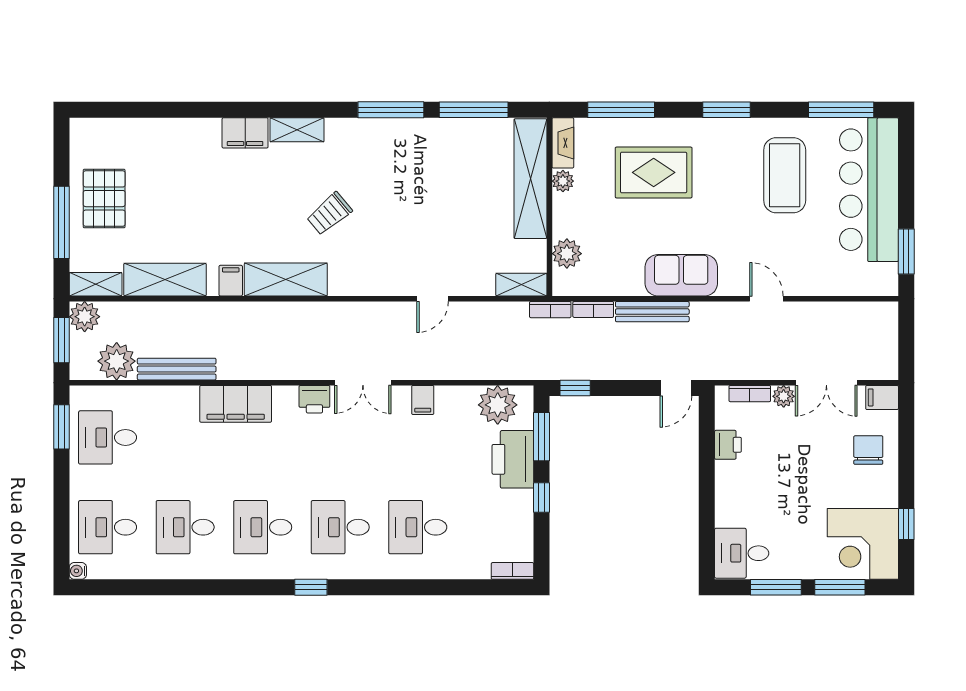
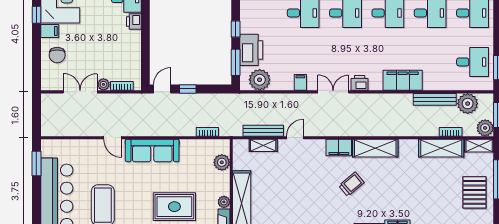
sofa: (681, 275) -> (152, 150), width x1.36
filing cabinet: (231, 281) -> (339, 148), moved, width x2.00
shelving: (521, 285) -> (263, 145), moved
bookcase: (550, 310) -> (451, 132), moved
bench: (652, 312) -> (263, 131), moved
window: (575, 388) -> (188, 89), moved
filing cabinet: (882, 397) -> (50, 31), moved
printer: (728, 445) -> (134, 22), moved

